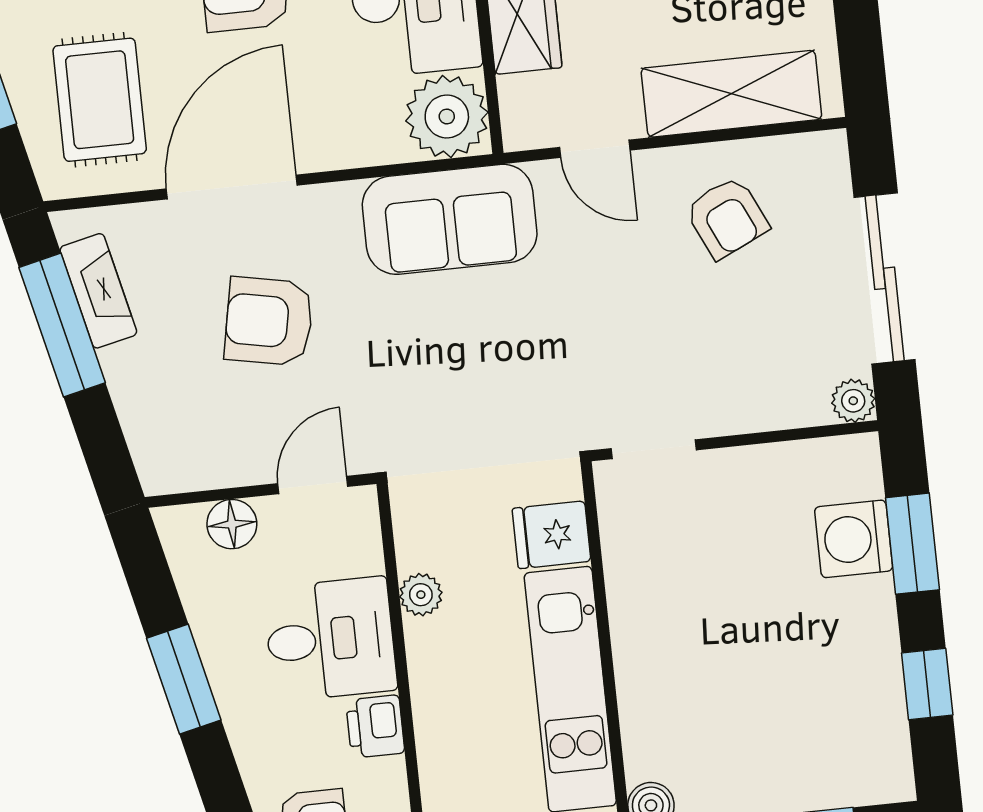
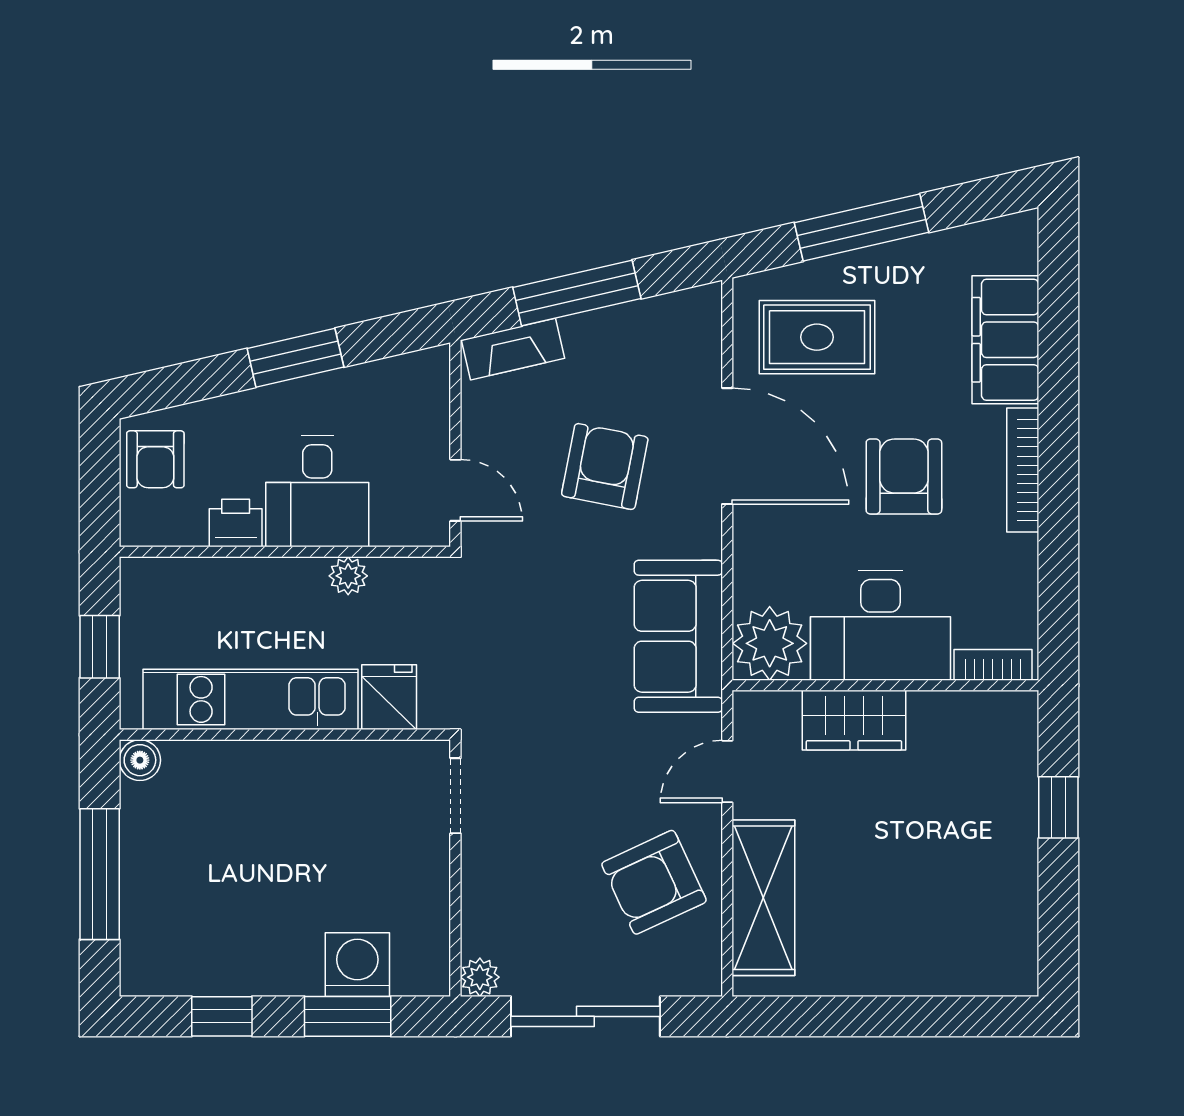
armchair: (727, 218) -> (654, 882), width x1.38, depth x1.38
fireplace: (98, 291) -> (513, 349), moved
window: (62, 325) -> (577, 293), moved
floor lamp: (232, 524) -> (428, 415), removed

